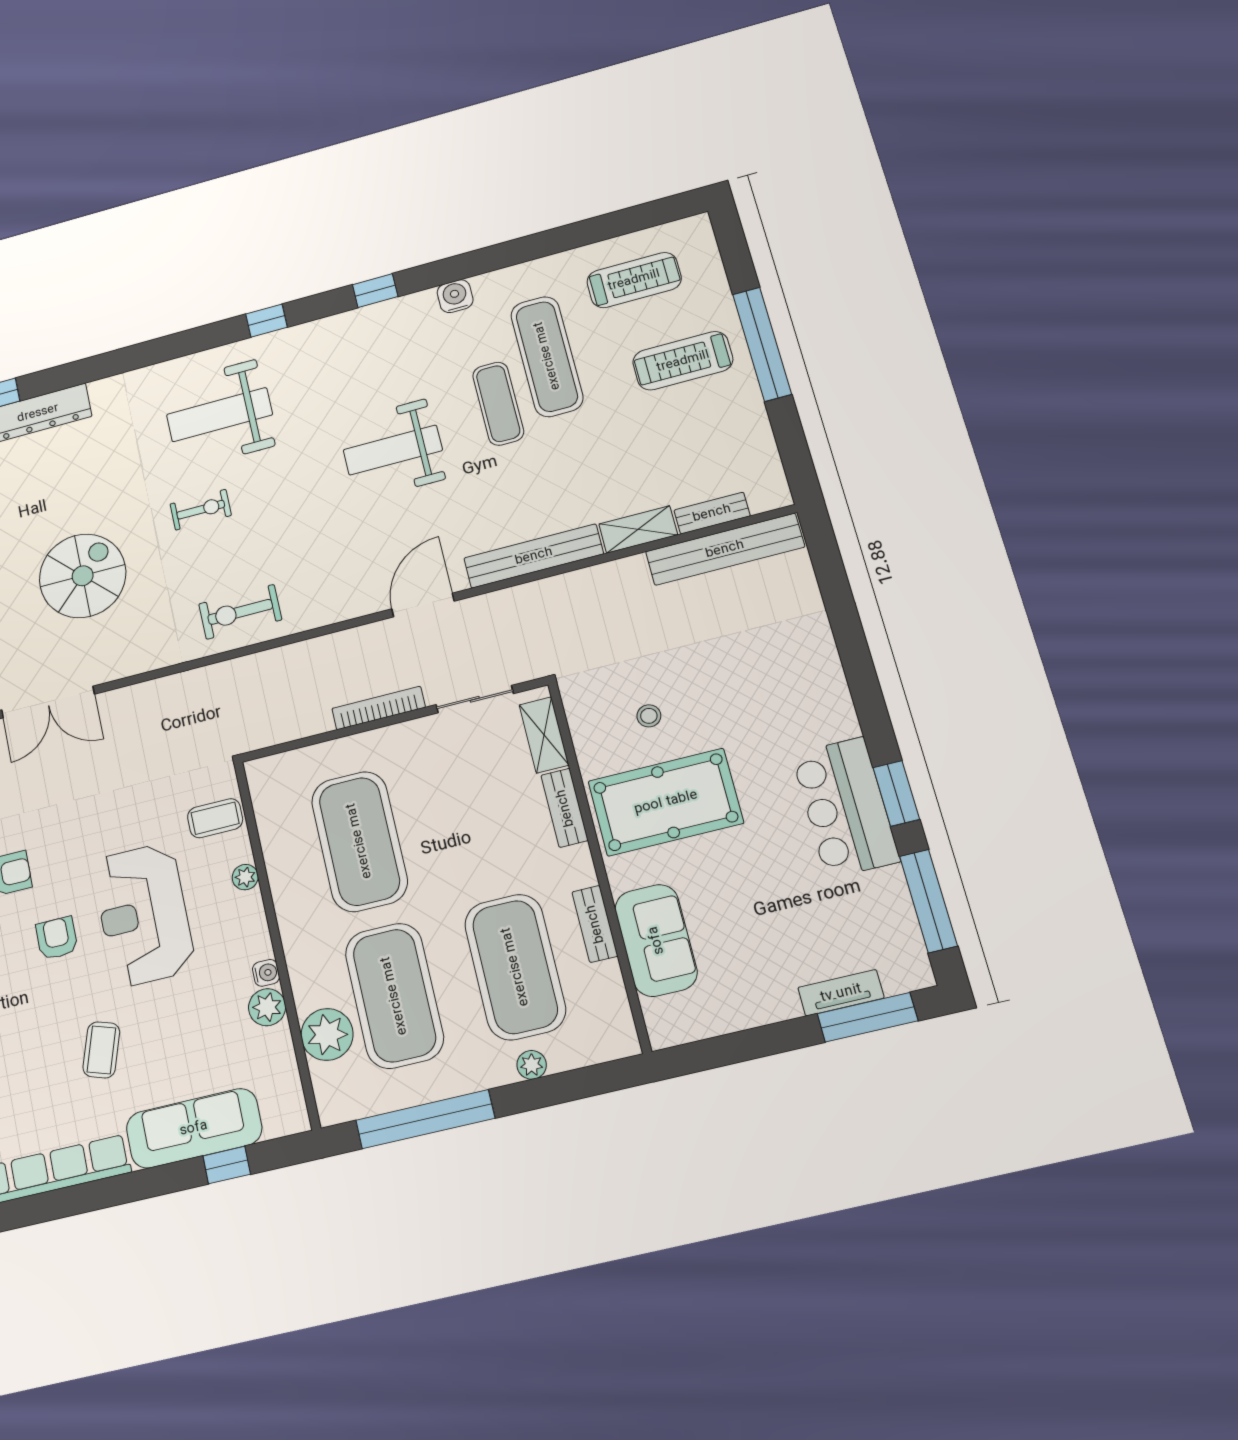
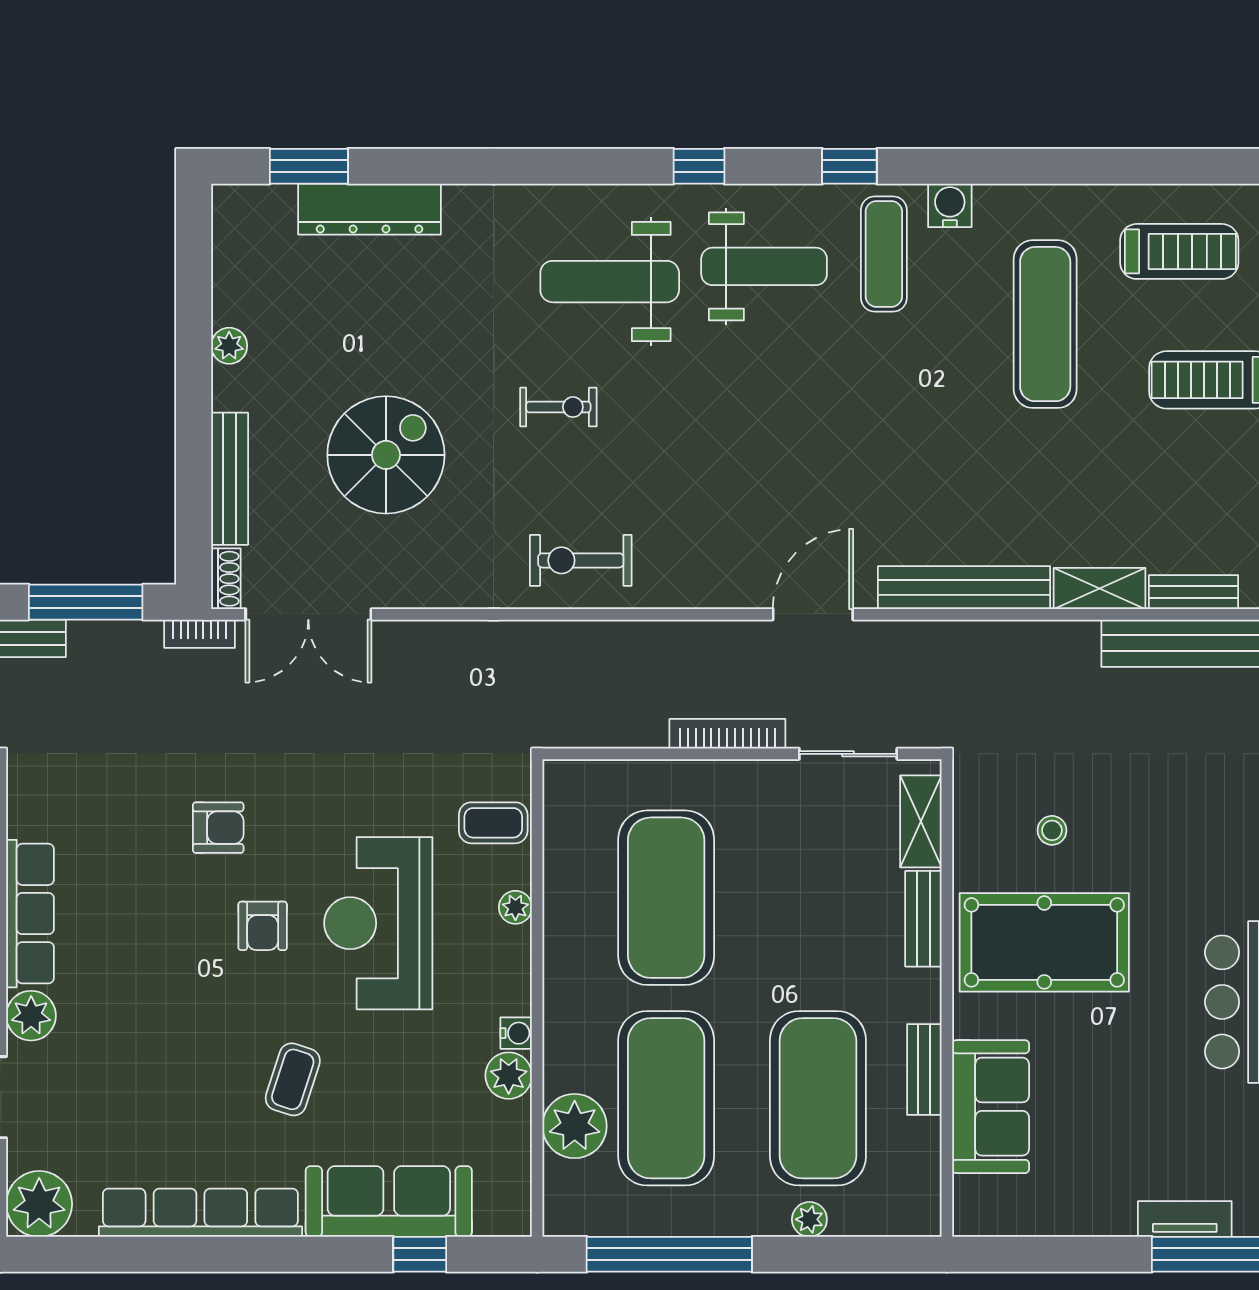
exercise mat: (498, 404) -> (884, 254), moved
weight bench: (393, 450) -> (764, 266), moved, turned 180
armchair: (57, 938) -> (263, 926), turned 180

